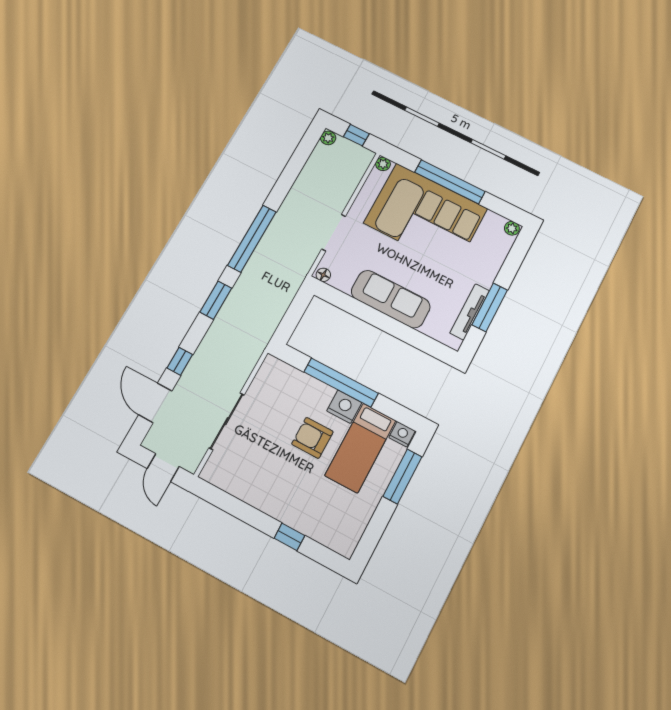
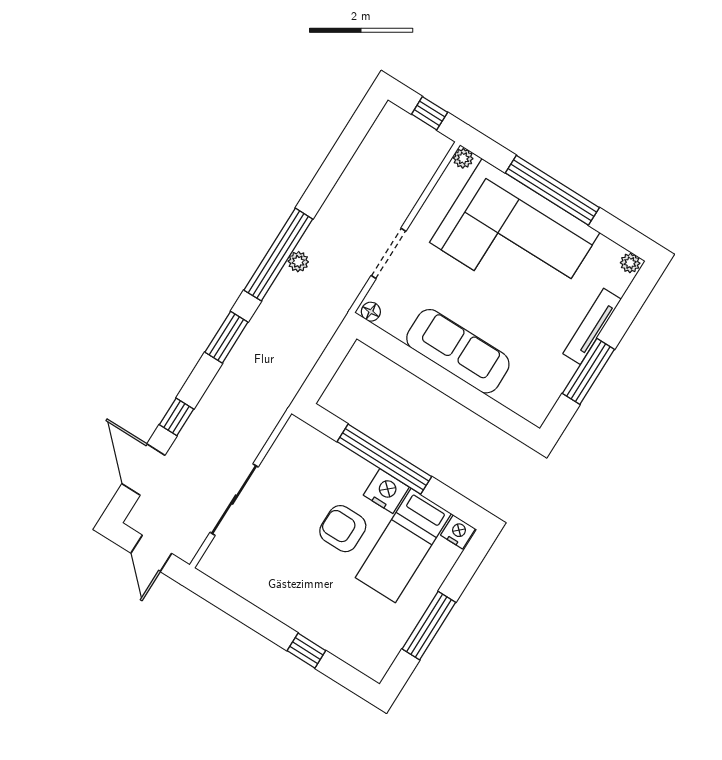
plant: (328, 138) -> (298, 262), moved
tv unit: (470, 312) -> (592, 326), moved
window: (402, 476) -> (429, 626), moved

